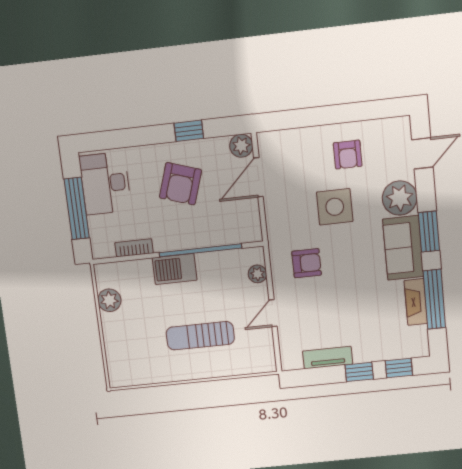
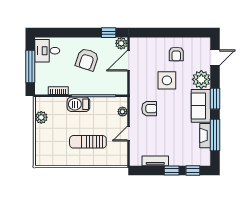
window: (189, 131) -> (109, 33), moved
desk: (105, 183) -> (47, 51), width x0.73

